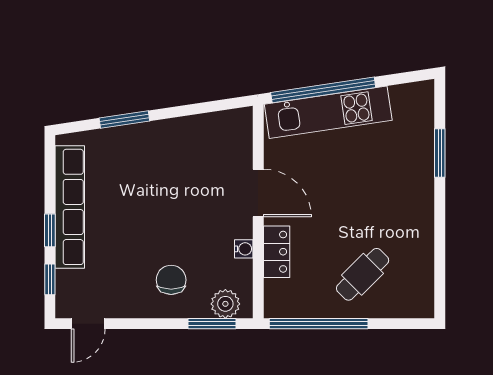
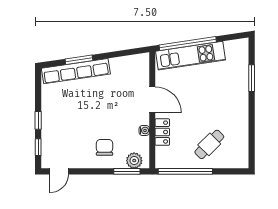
row of seats: (70, 207) -> (76, 71), moved, turned 82

